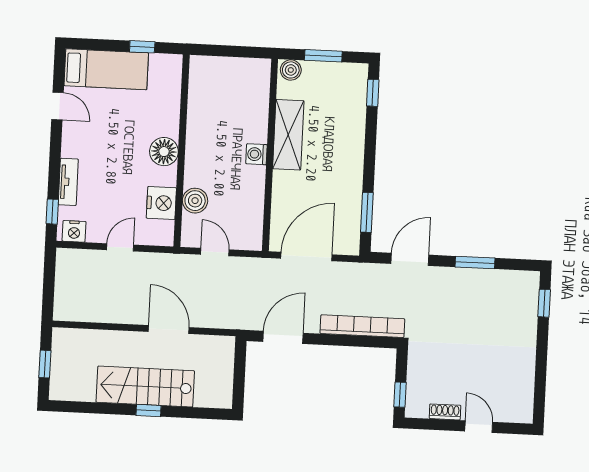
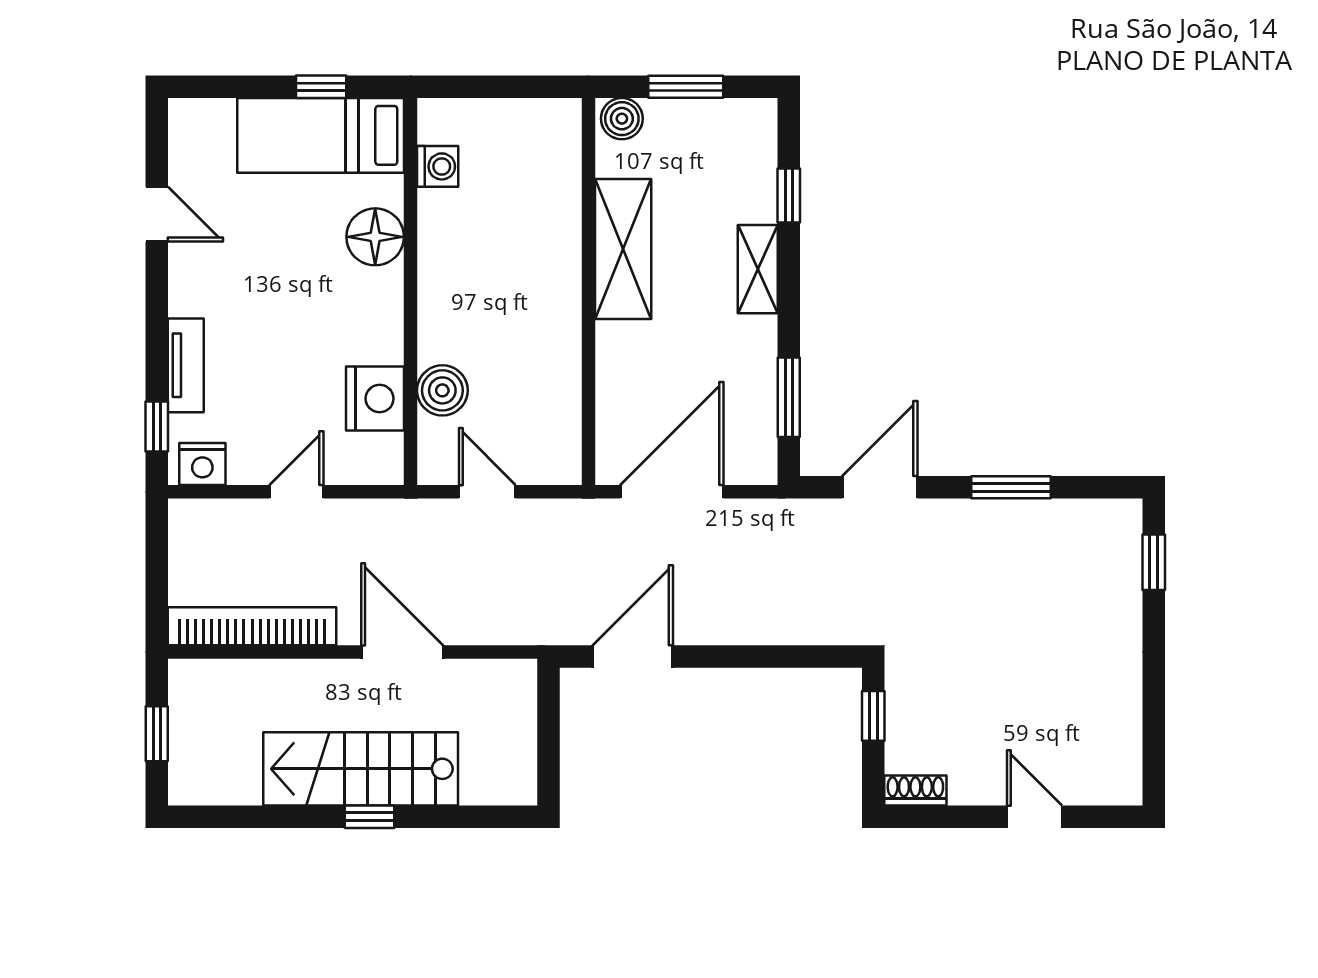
bed: (106, 69) -> (321, 135), moved, turned 180
window: (373, 93) -> (789, 196), moved
shelving: (355, 148) -> (758, 269), added
floor lamp: (164, 152) -> (375, 237), moved
washing machine: (256, 154) -> (438, 166), moved, turned 180
bookcase: (362, 326) -> (252, 626), moved
window: (400, 395) -> (873, 716), moved
shoe rack: (445, 412) -> (915, 790), moved

